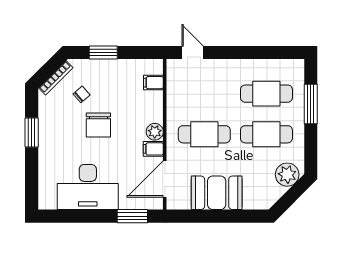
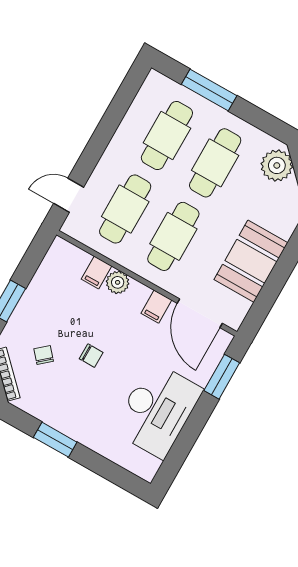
filing cabinet: (153, 83) -> (96, 273), moved
cafe table: (204, 94) -> (125, 209), added
chair: (98, 125) -> (91, 356), width x0.54, depth x0.54
plant: (155, 132) -> (118, 282), moved

